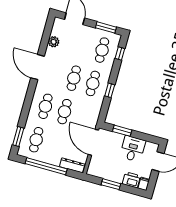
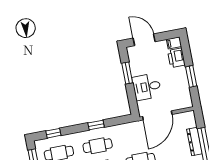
window: (122, 131) -> (127, 73), moved
desk: (133, 149) -> (147, 87), moved
dresser: (72, 165) -> (195, 141), moved

